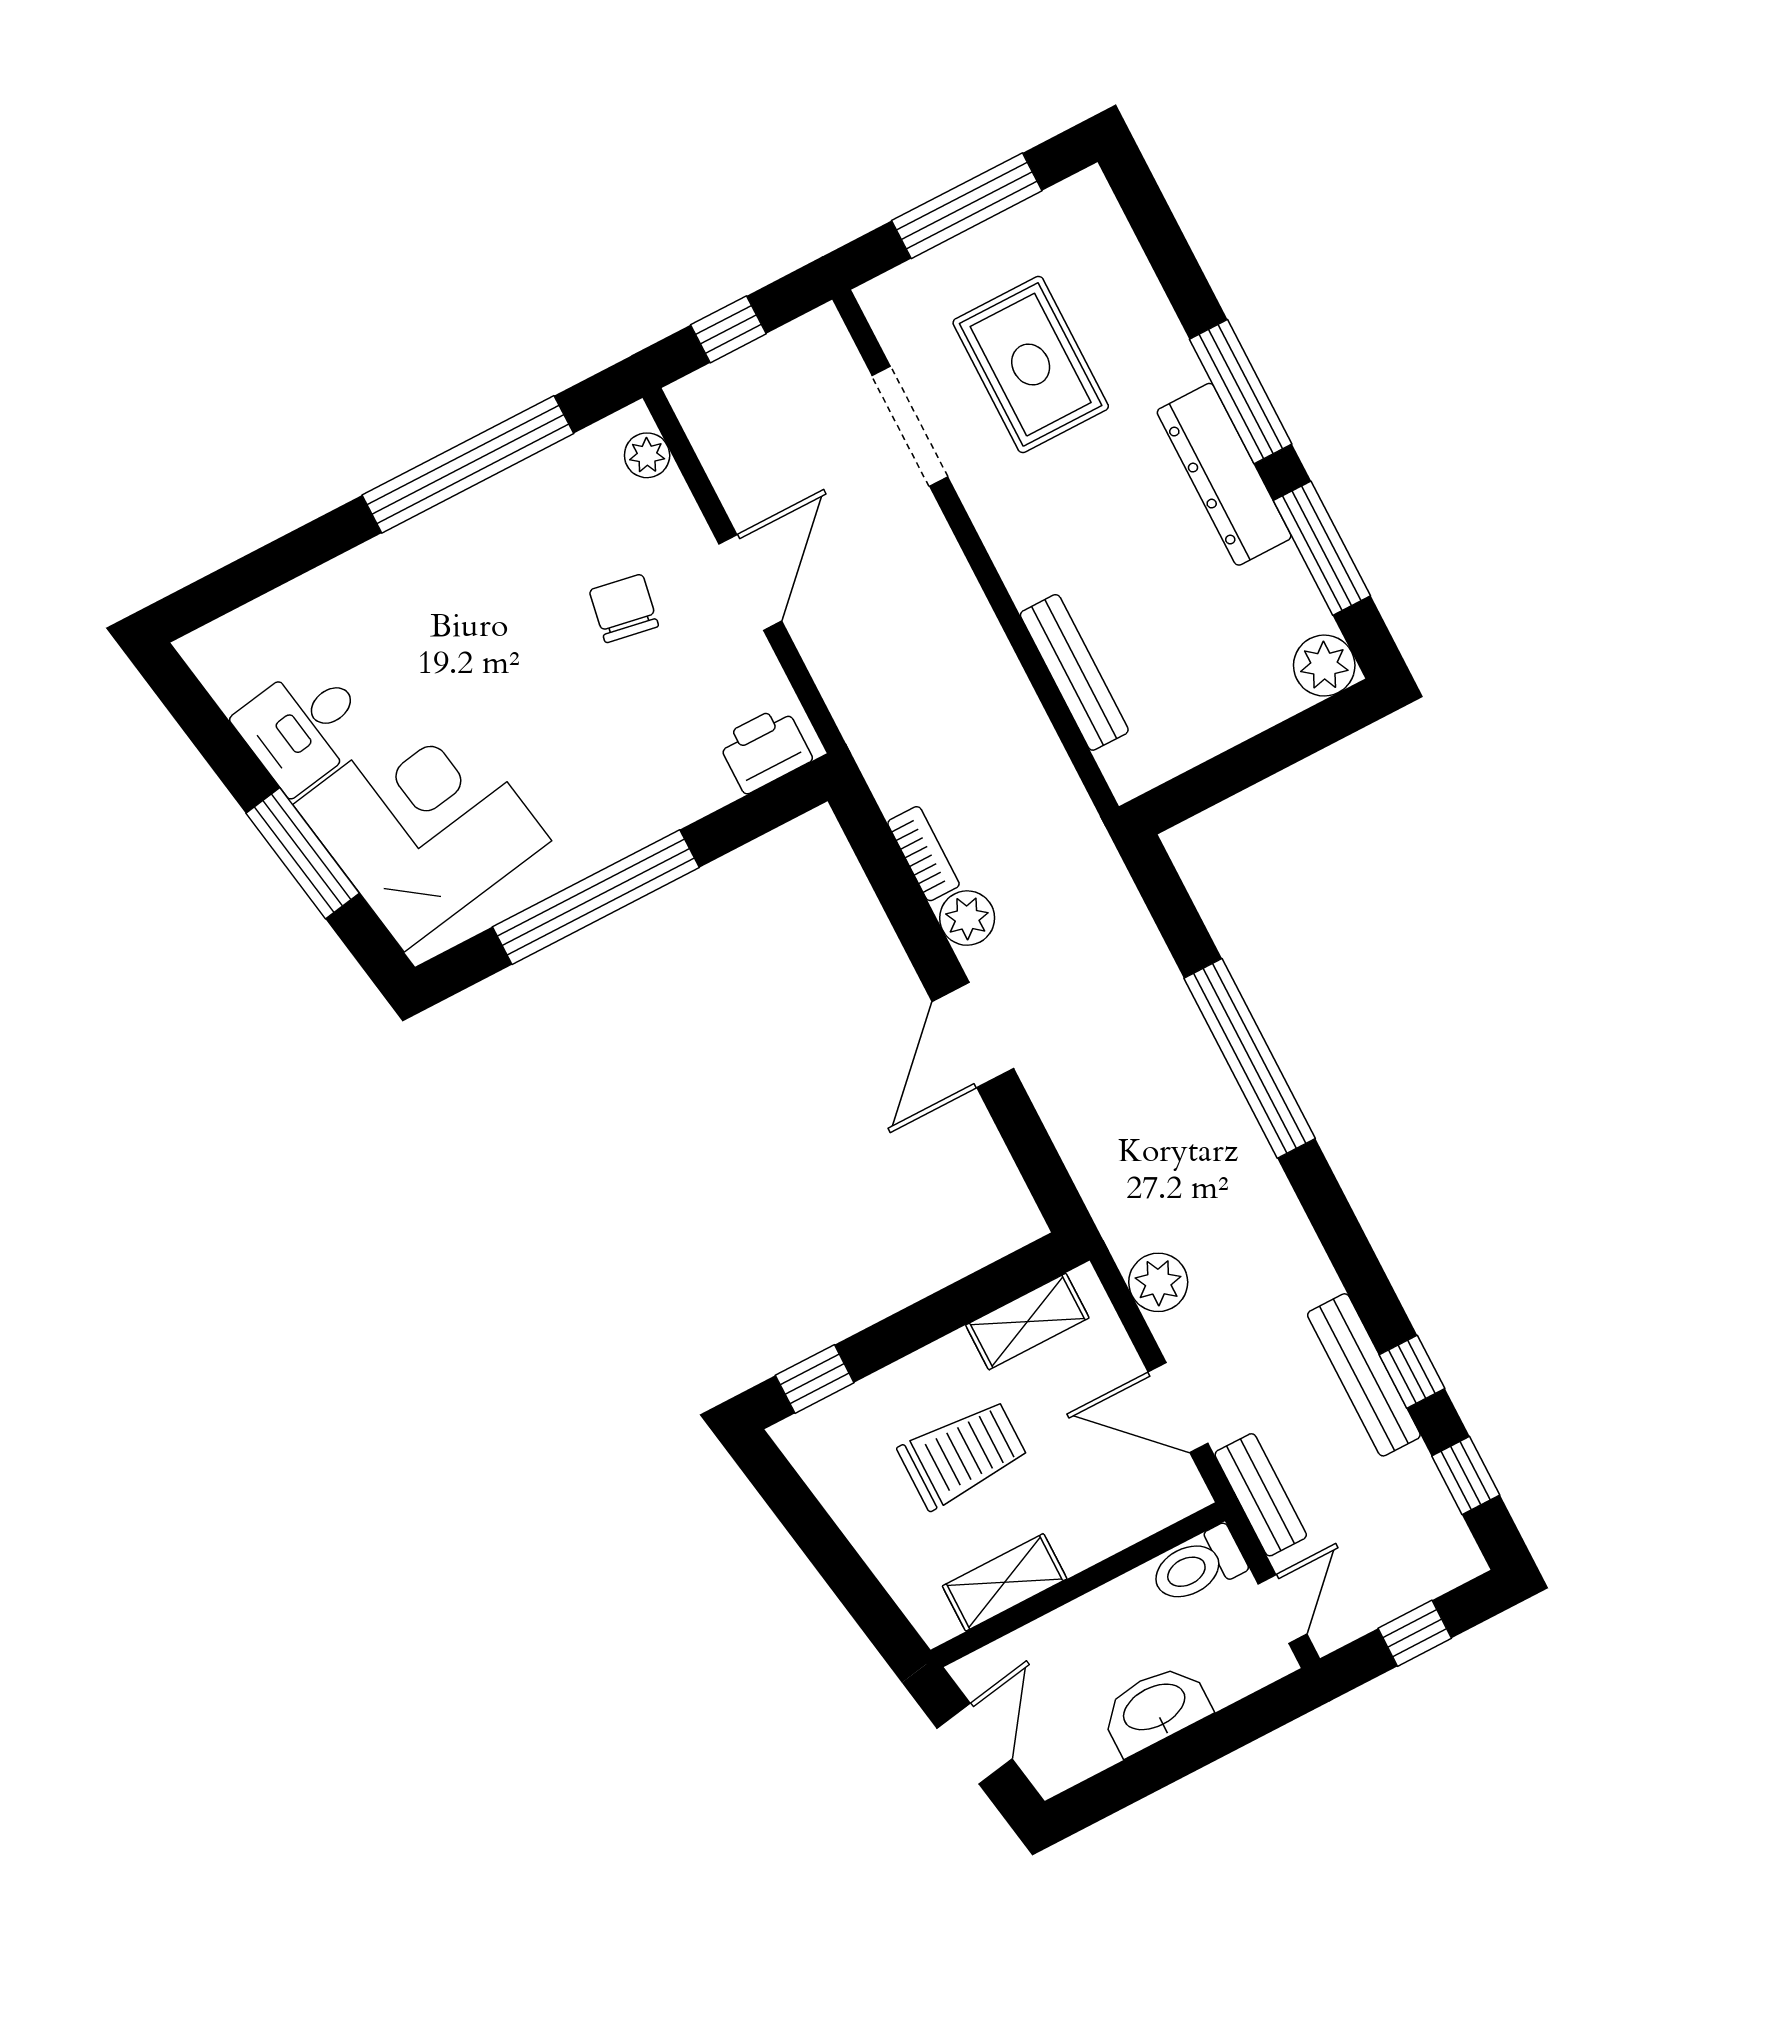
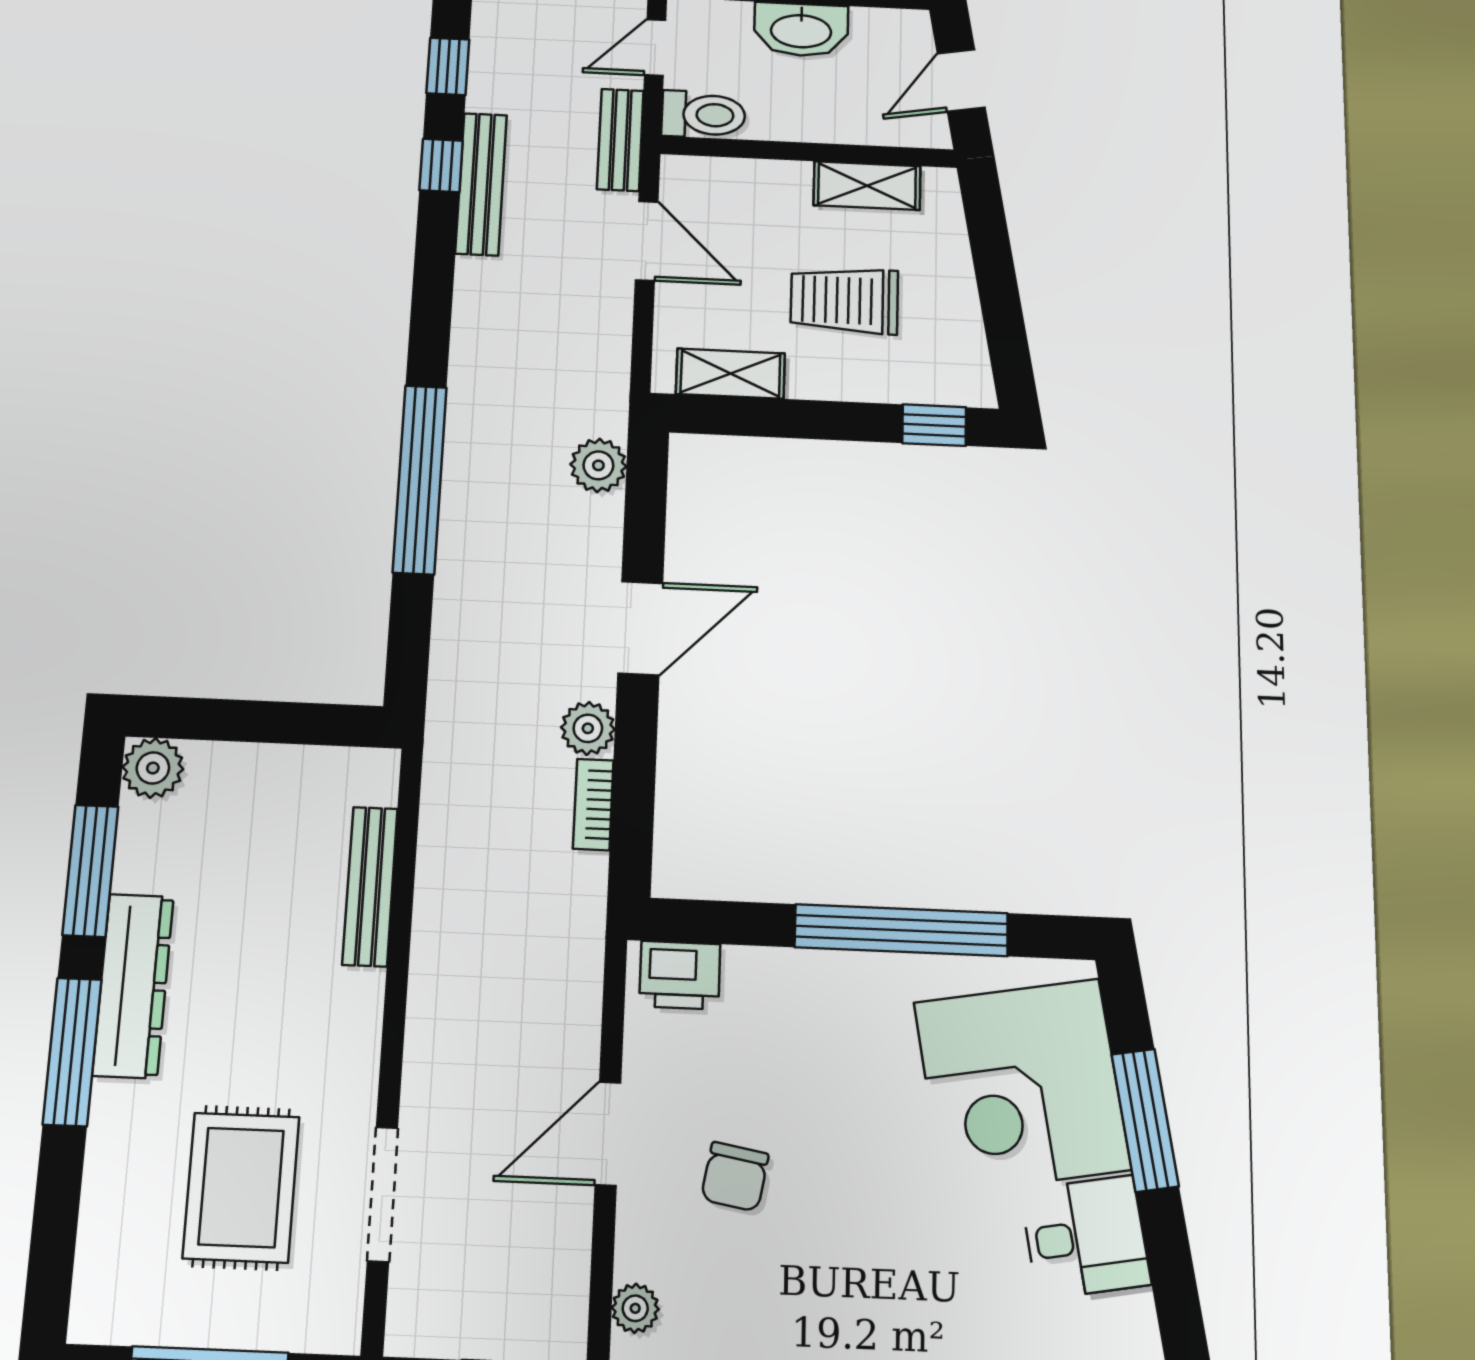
plant: (1158, 1282) -> (598, 465), moved

